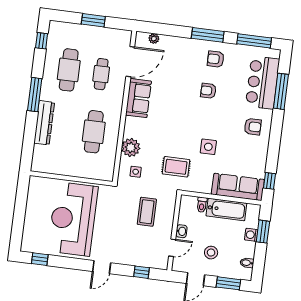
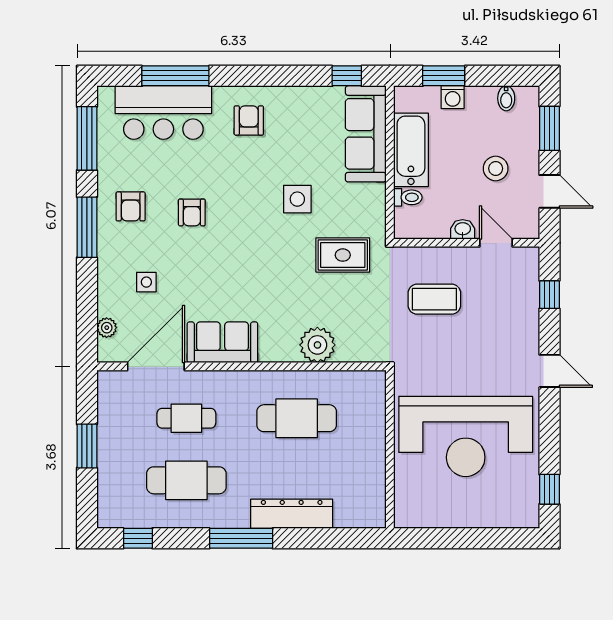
door: (130, 62) -> (156, 366), hinge flipped
rug: (176, 167) -> (343, 255), turned 90
side table: (136, 172) -> (146, 282), moved

